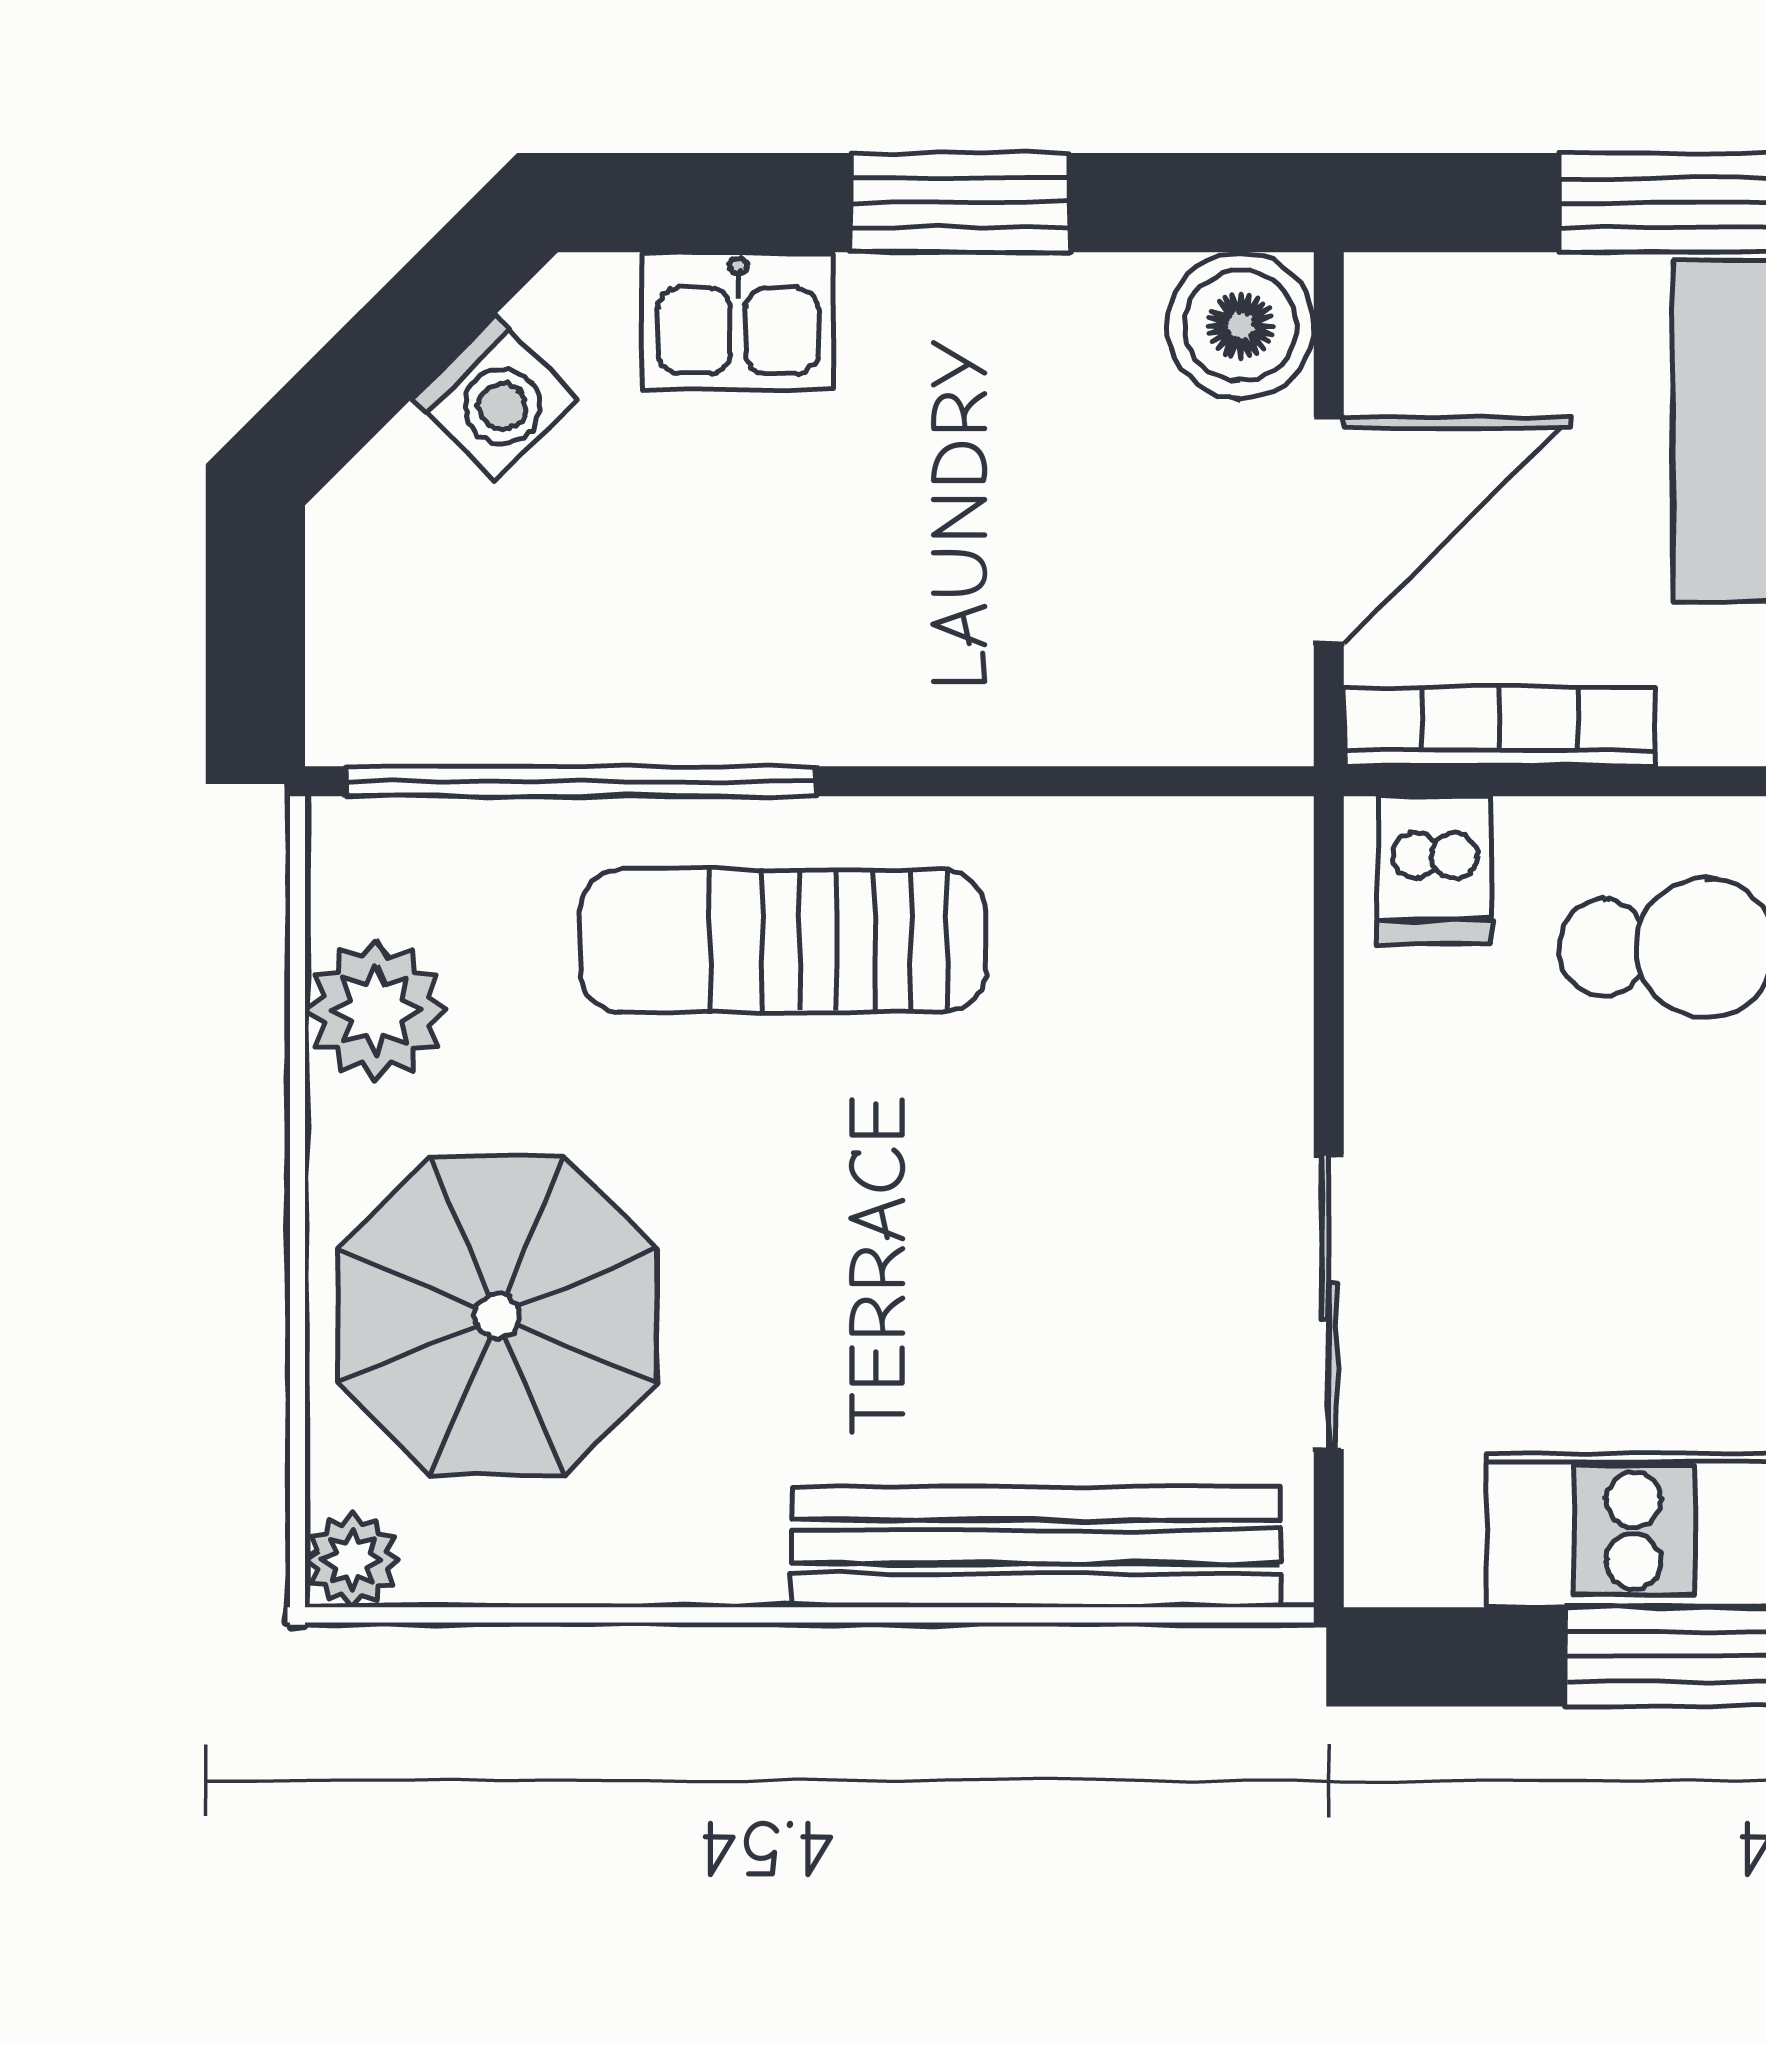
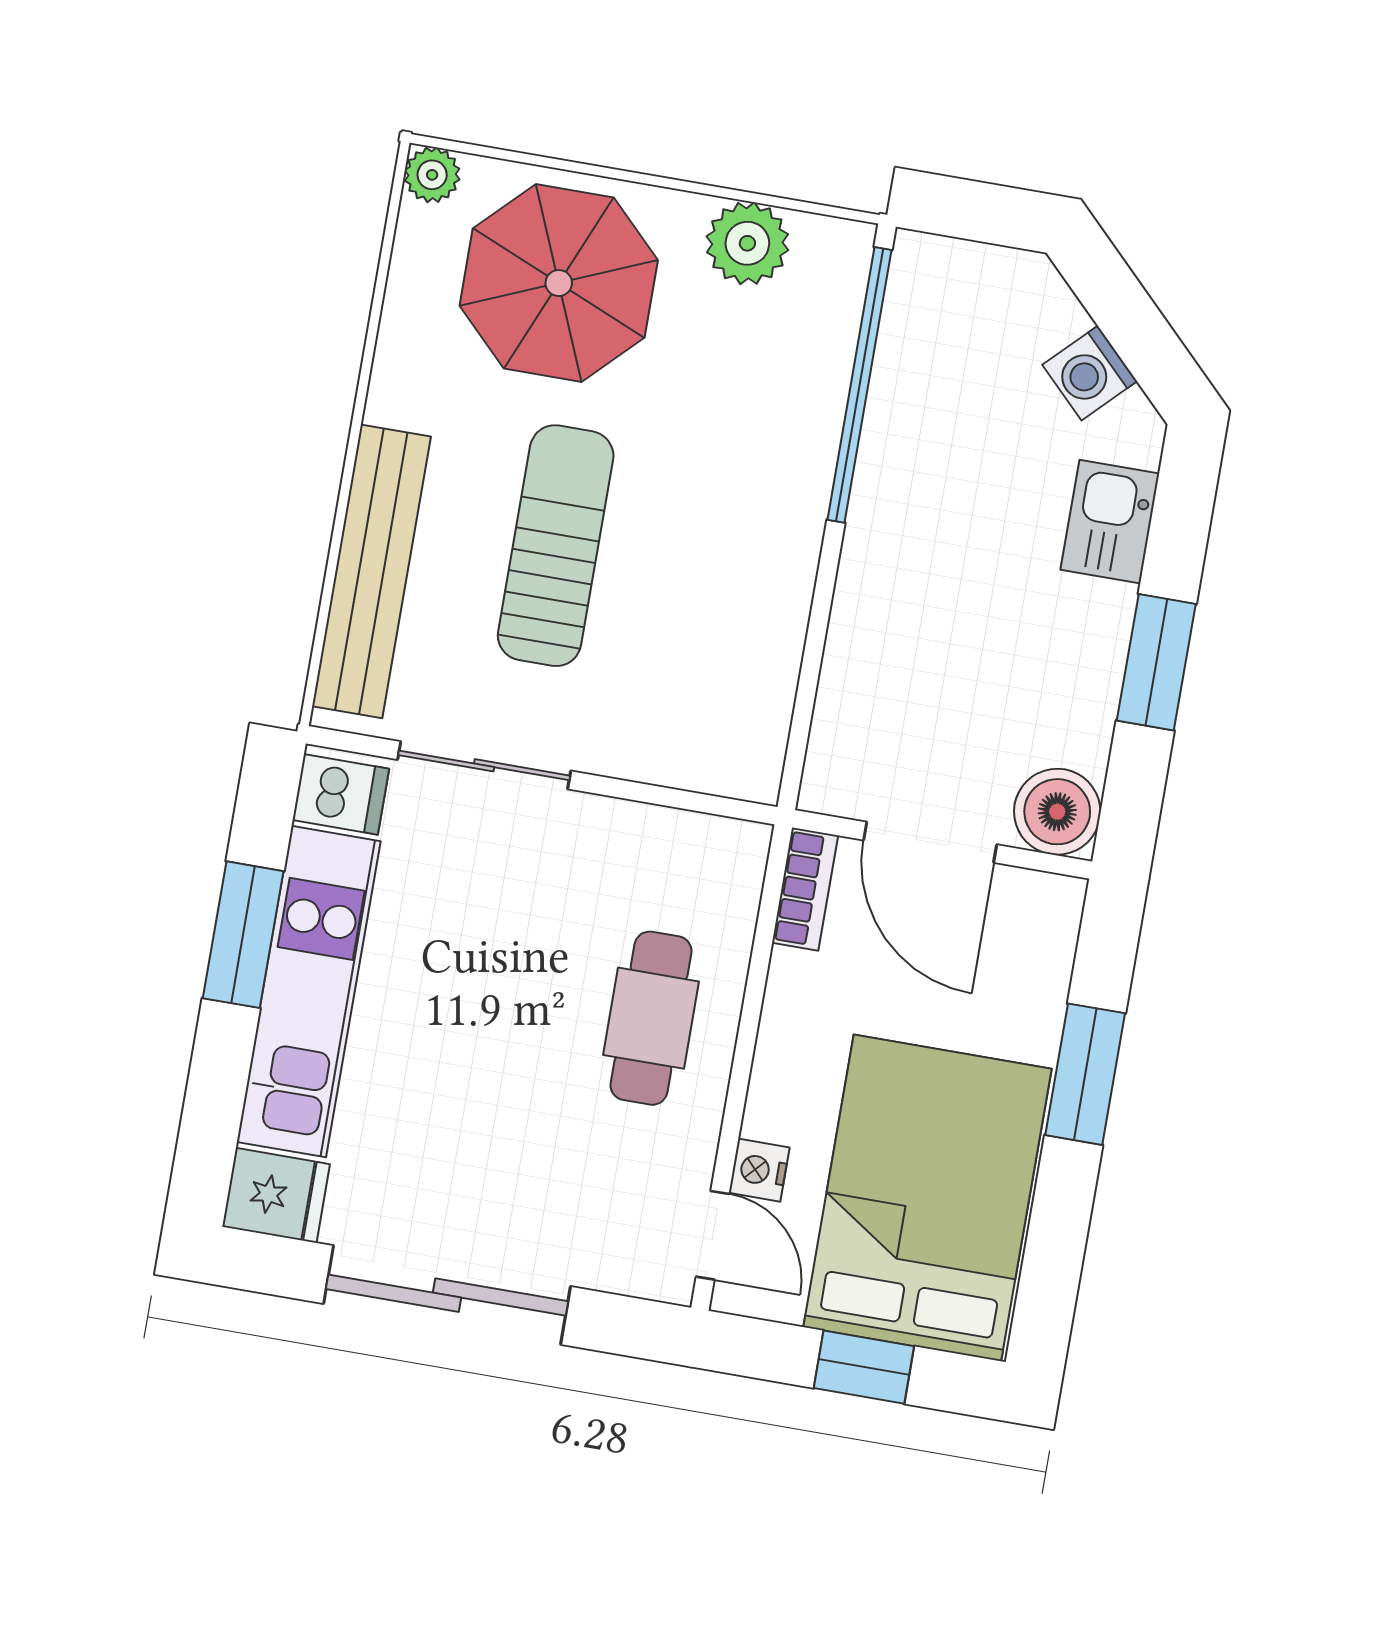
bookcase: (1500, 727) -> (805, 889), width x0.64
dishwasher: (1434, 870) -> (341, 794), moved, turned 180
sun lounger: (782, 941) -> (556, 546), moved

